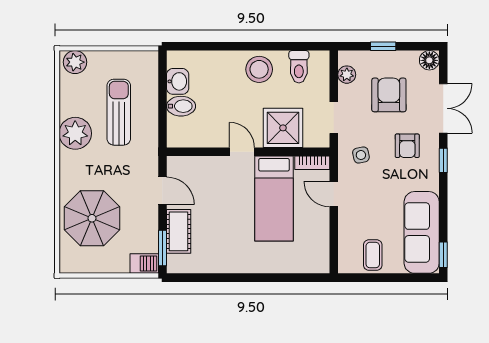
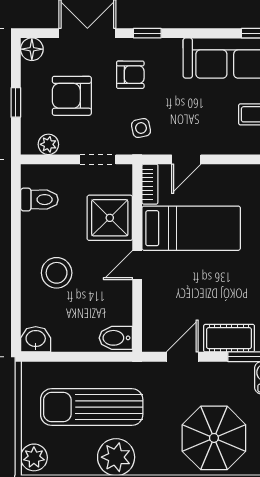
stool: (259, 69) -> (57, 273), moved
washbasin: (178, 81) -> (36, 339), moved
bidet: (181, 106) -> (116, 338), moved, turned -90
sun lounger: (119, 112) -> (92, 407), width x1.36, depth x1.34

